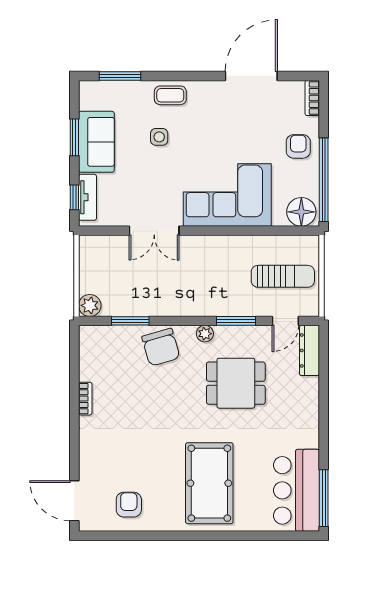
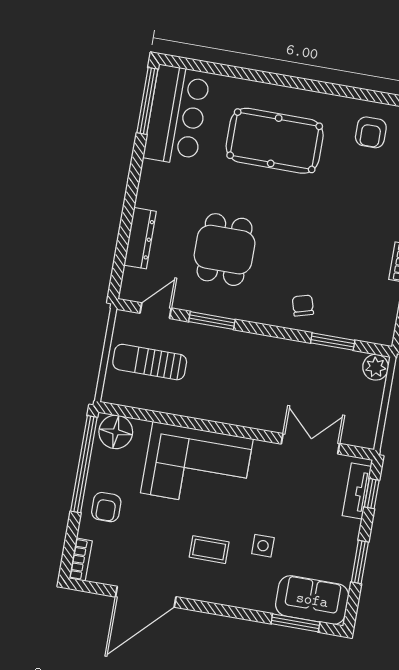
coffee table: (170, 95) -> (209, 550), moved
sofa: (96, 142) -> (312, 600), moved, turned 90
double door: (154, 231) -> (310, 444), moved
plant: (205, 334) -> (250, 312), removed
chair: (161, 347) -> (303, 306), width x0.54, depth x0.54
dresser: (309, 350) -> (140, 238), moved
dining table: (236, 383) -> (225, 250), turned 90
pool table: (209, 483) -> (275, 141), turned 90

